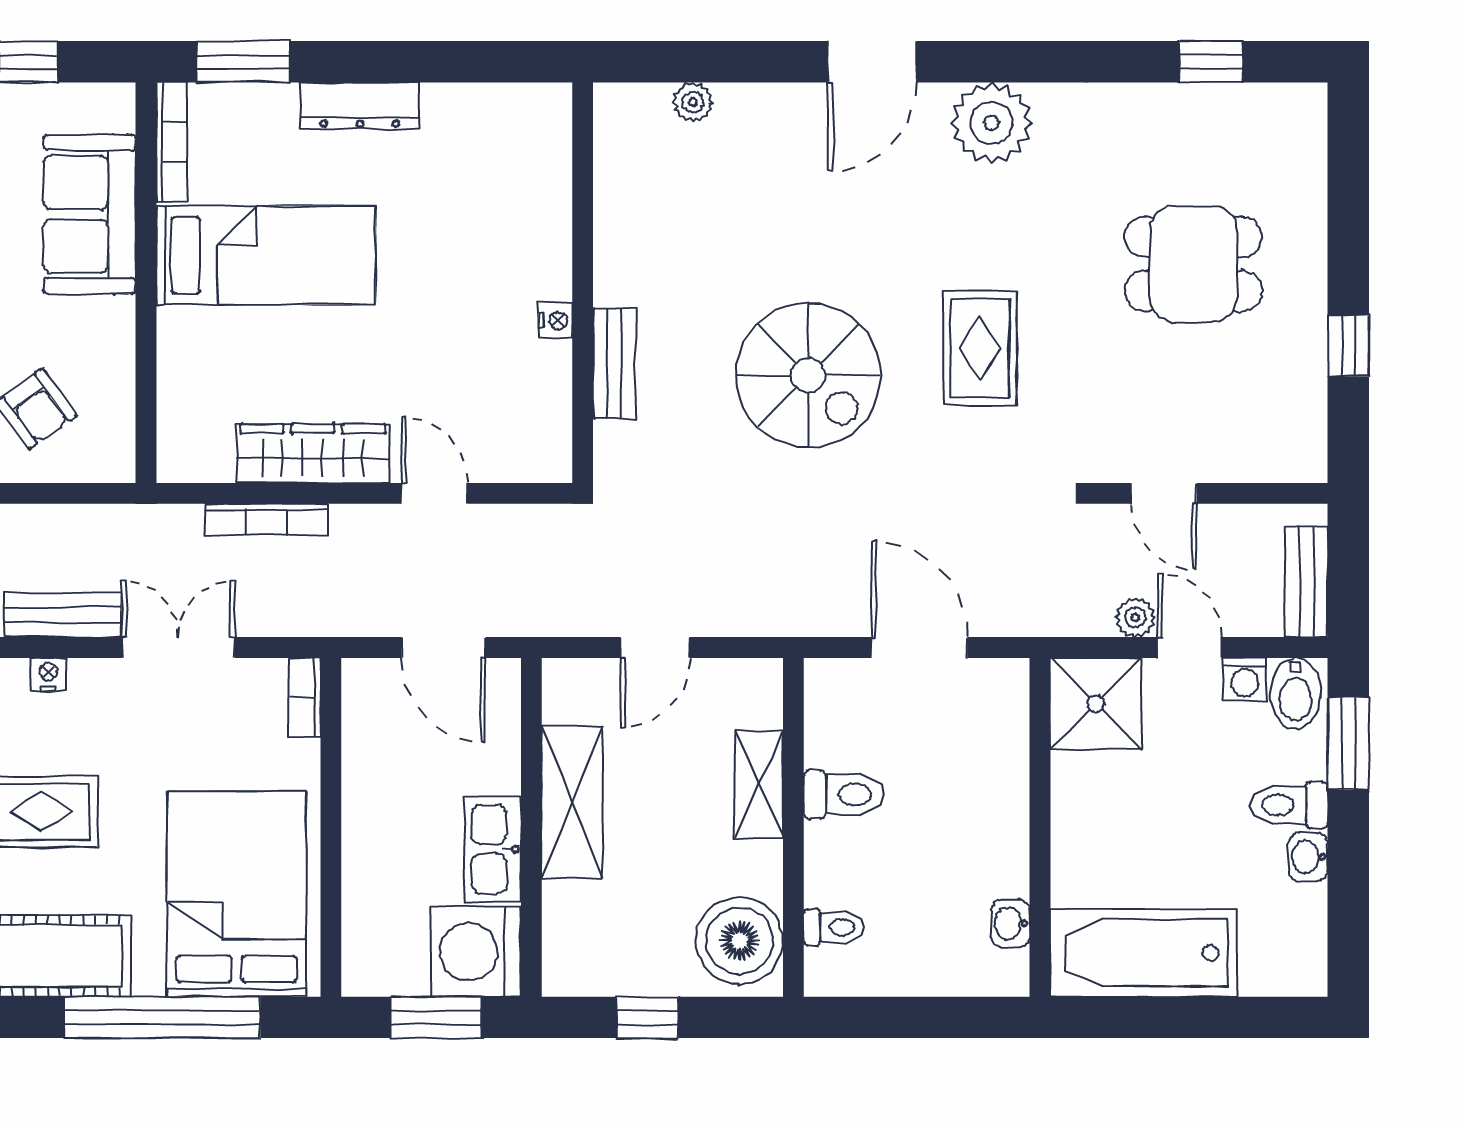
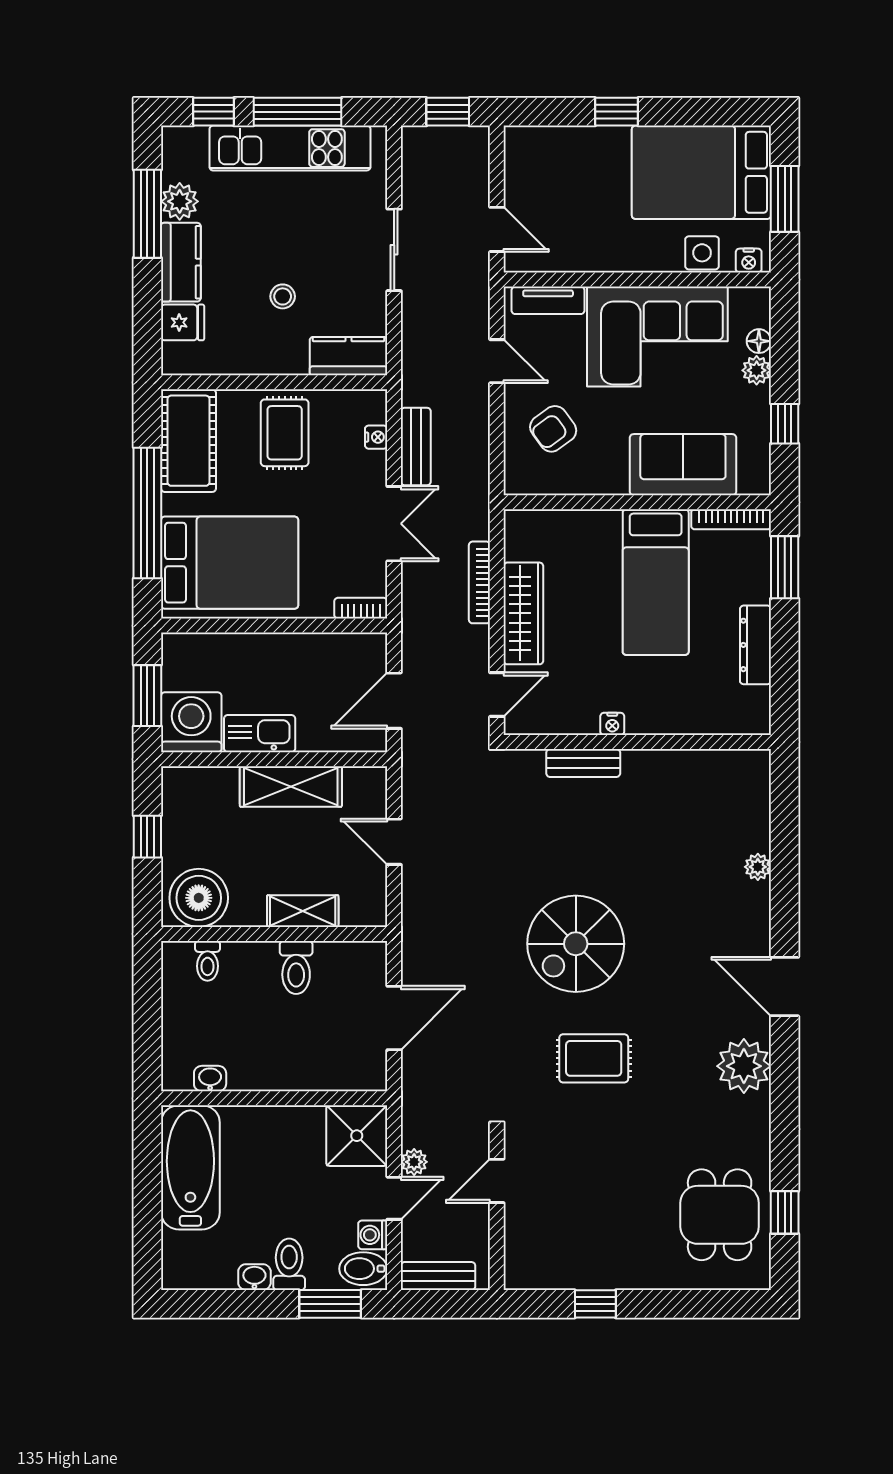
dining table: (1193, 264) -> (720, 1215), moved
wall: (583, 283) -> (637, 742), moved
nightstand: (556, 320) -> (612, 724), moved
bench: (614, 364) -> (583, 763), moved

